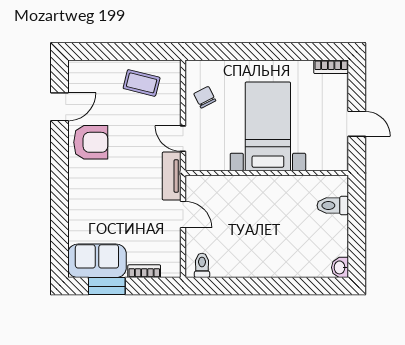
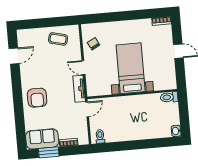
bed with nightstands: (268, 126) -> (131, 68), moved
armchair: (91, 142) -> (37, 98), moved, turned 90
wall: (267, 173) -> (132, 94), moved
door: (183, 215) -> (87, 109), hinge flipped

